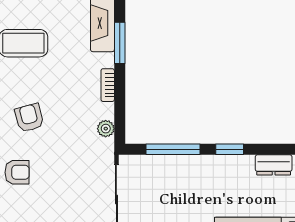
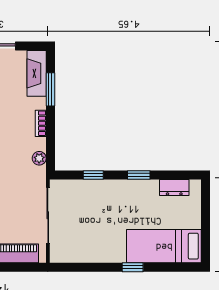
window: (173, 149) -> (93, 175), width x0.46

